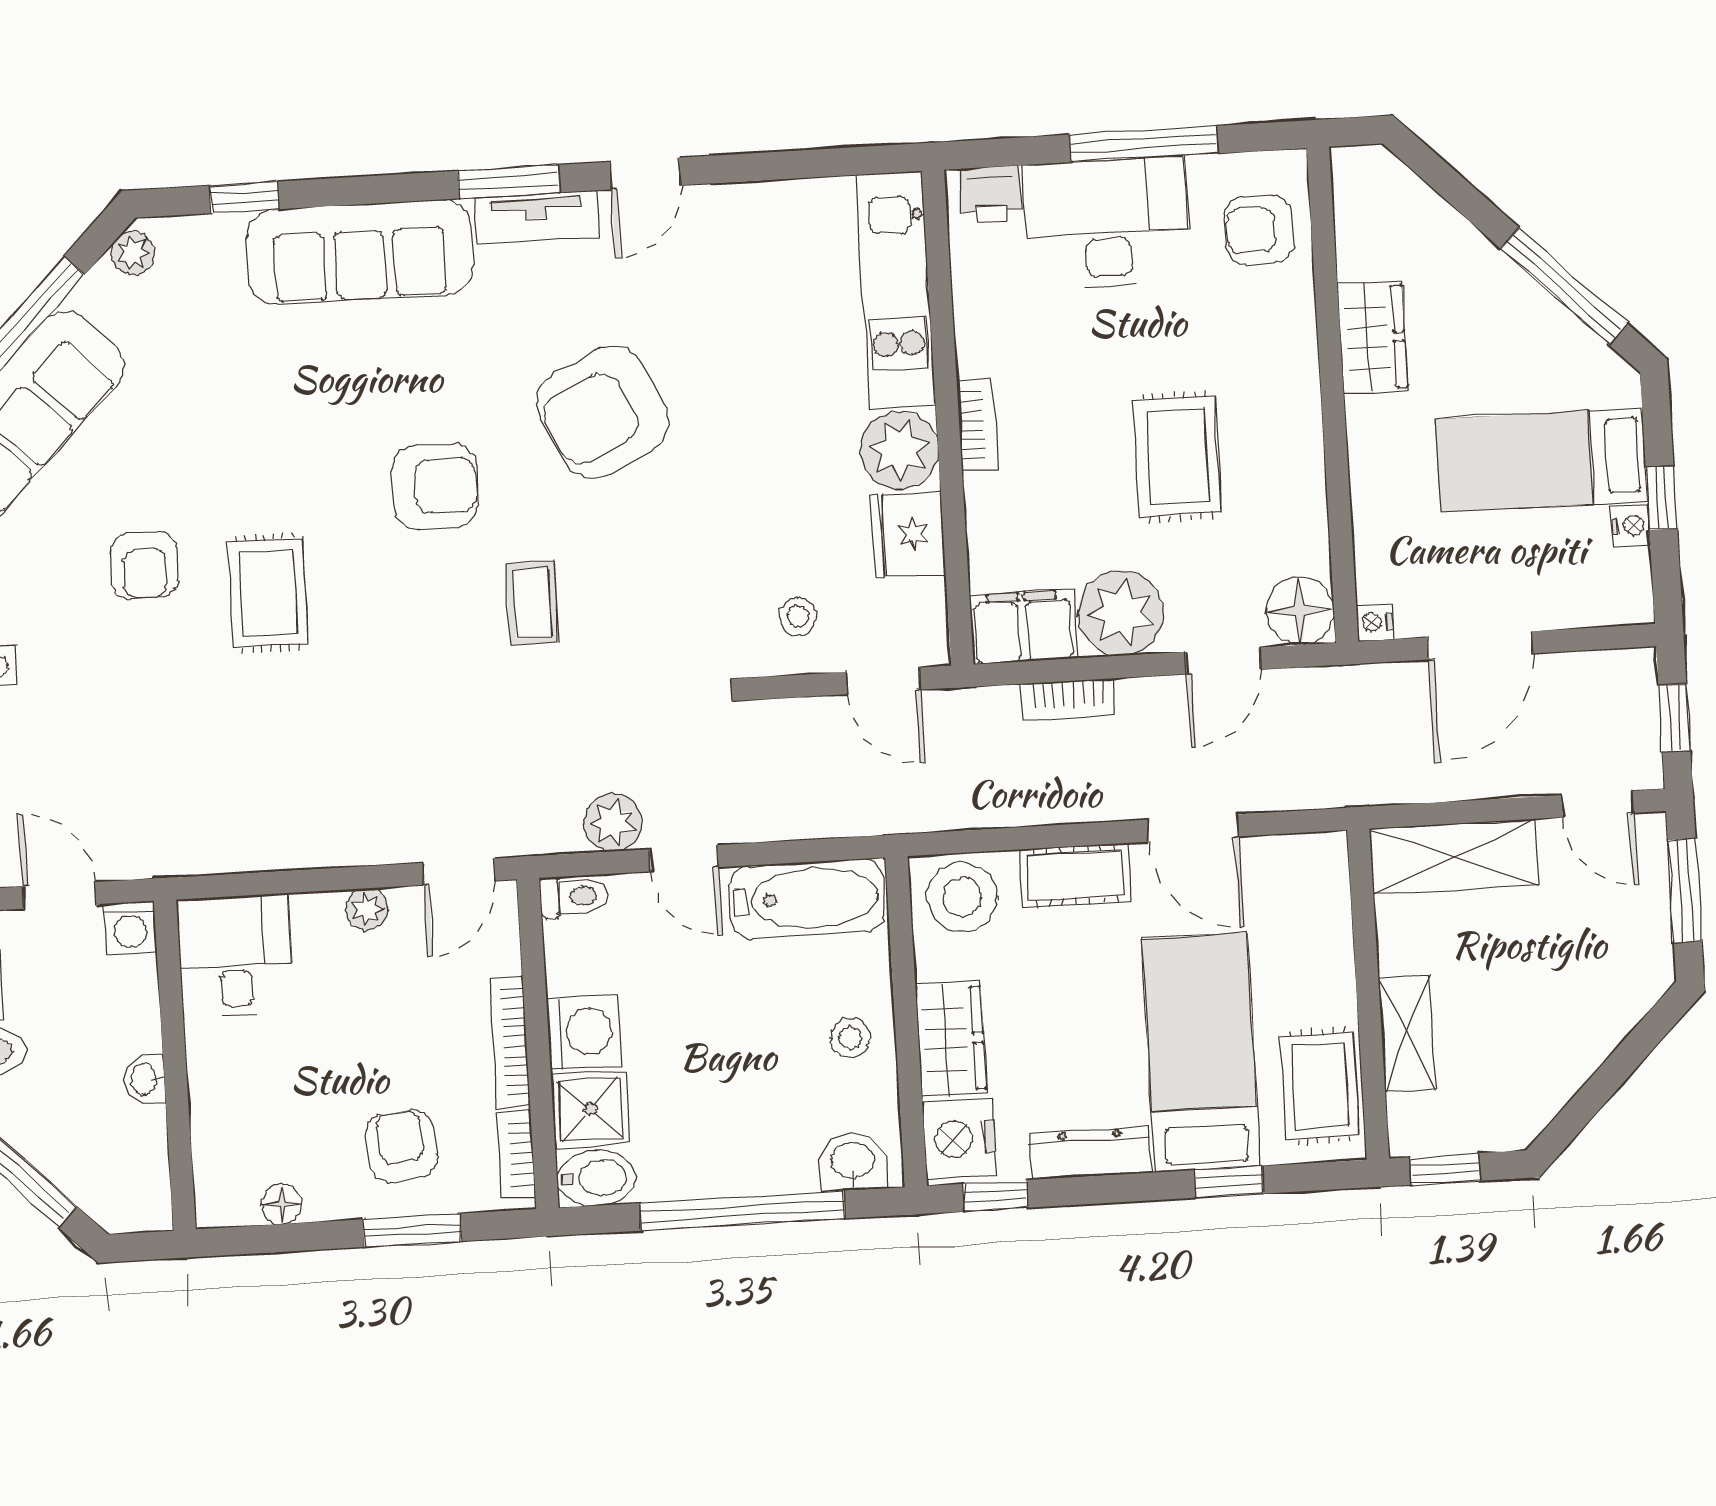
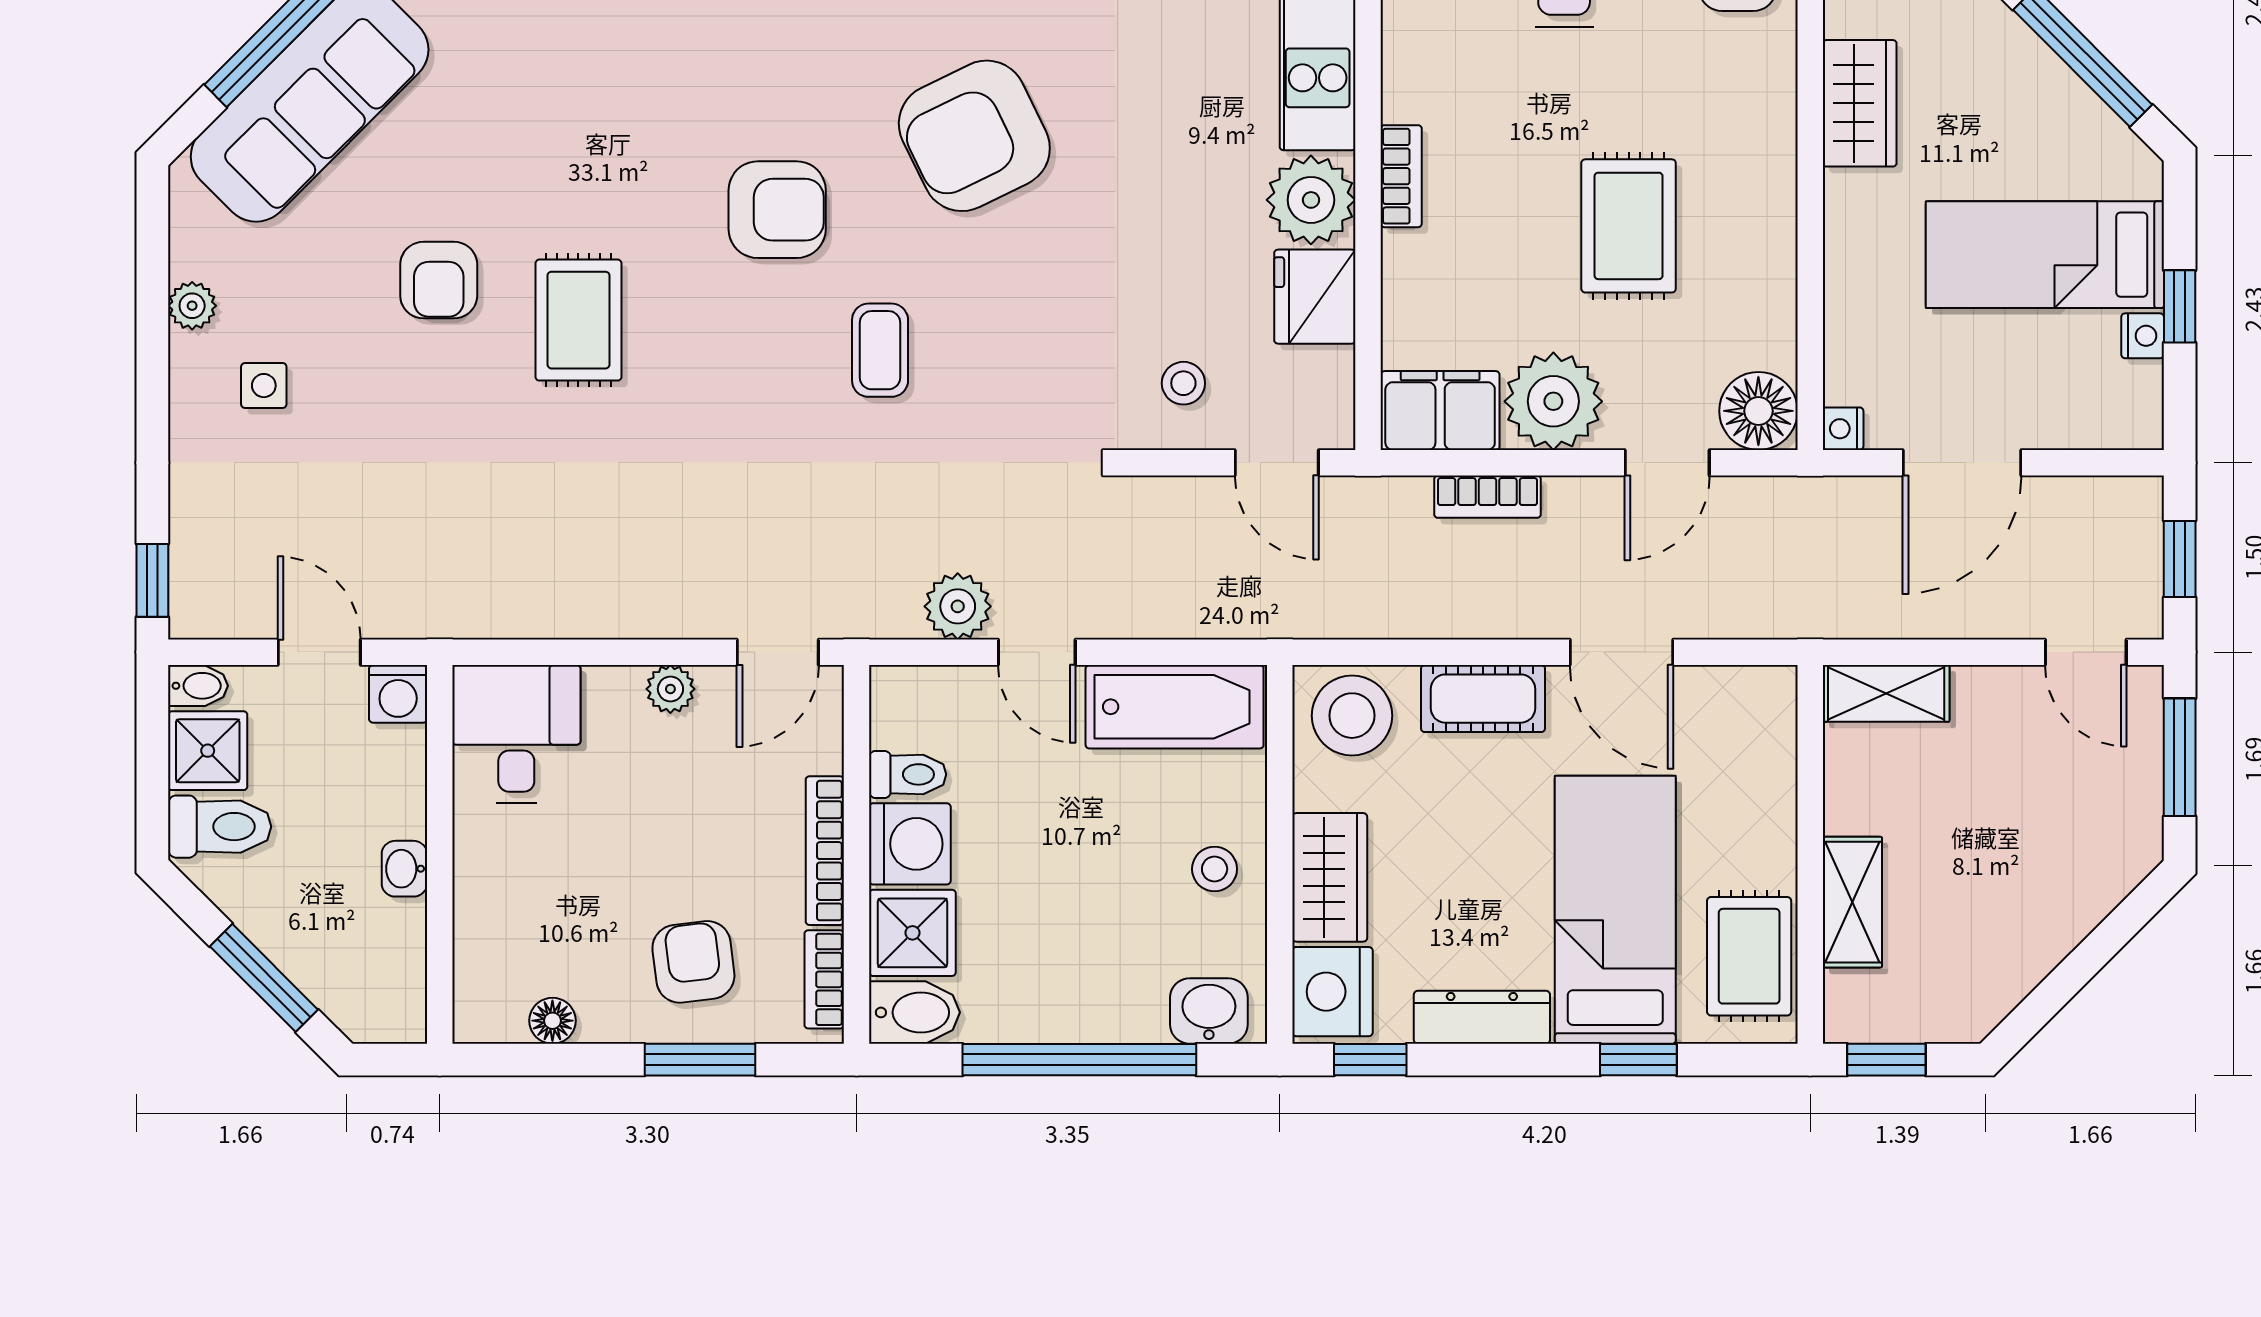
shelving: (1454, 857) -> (1886, 693), width x0.67, depth x0.75
toilet: (574, 897) -> (908, 774), moved

